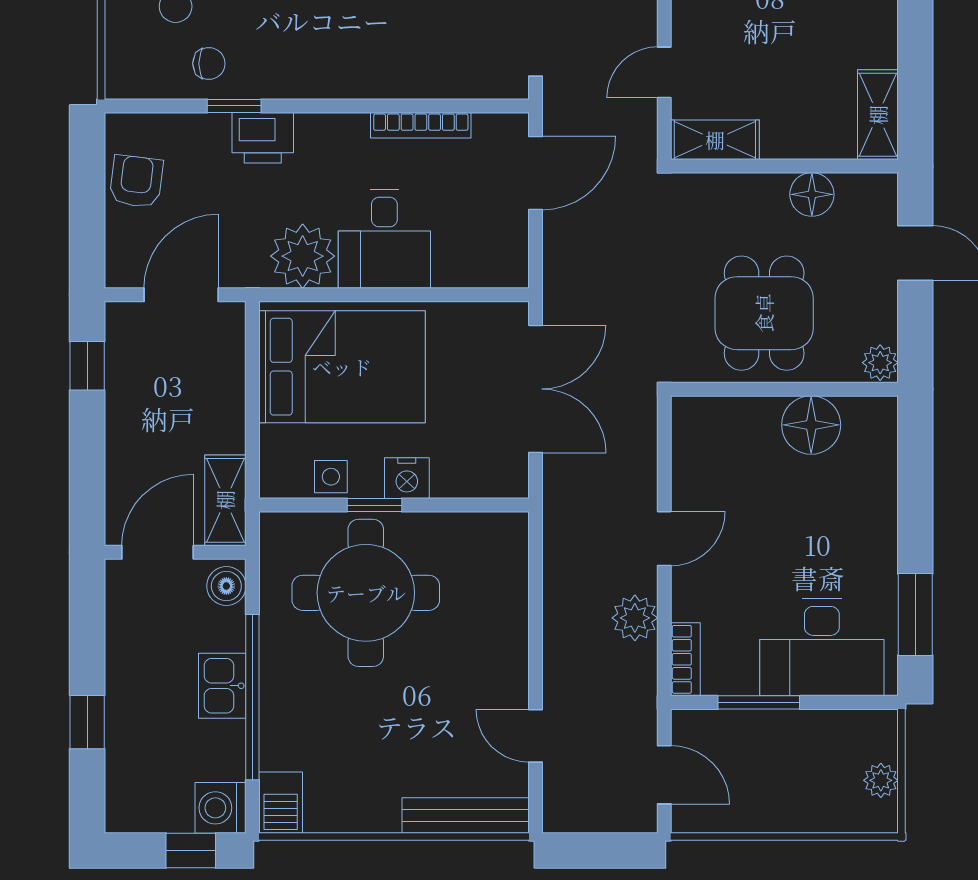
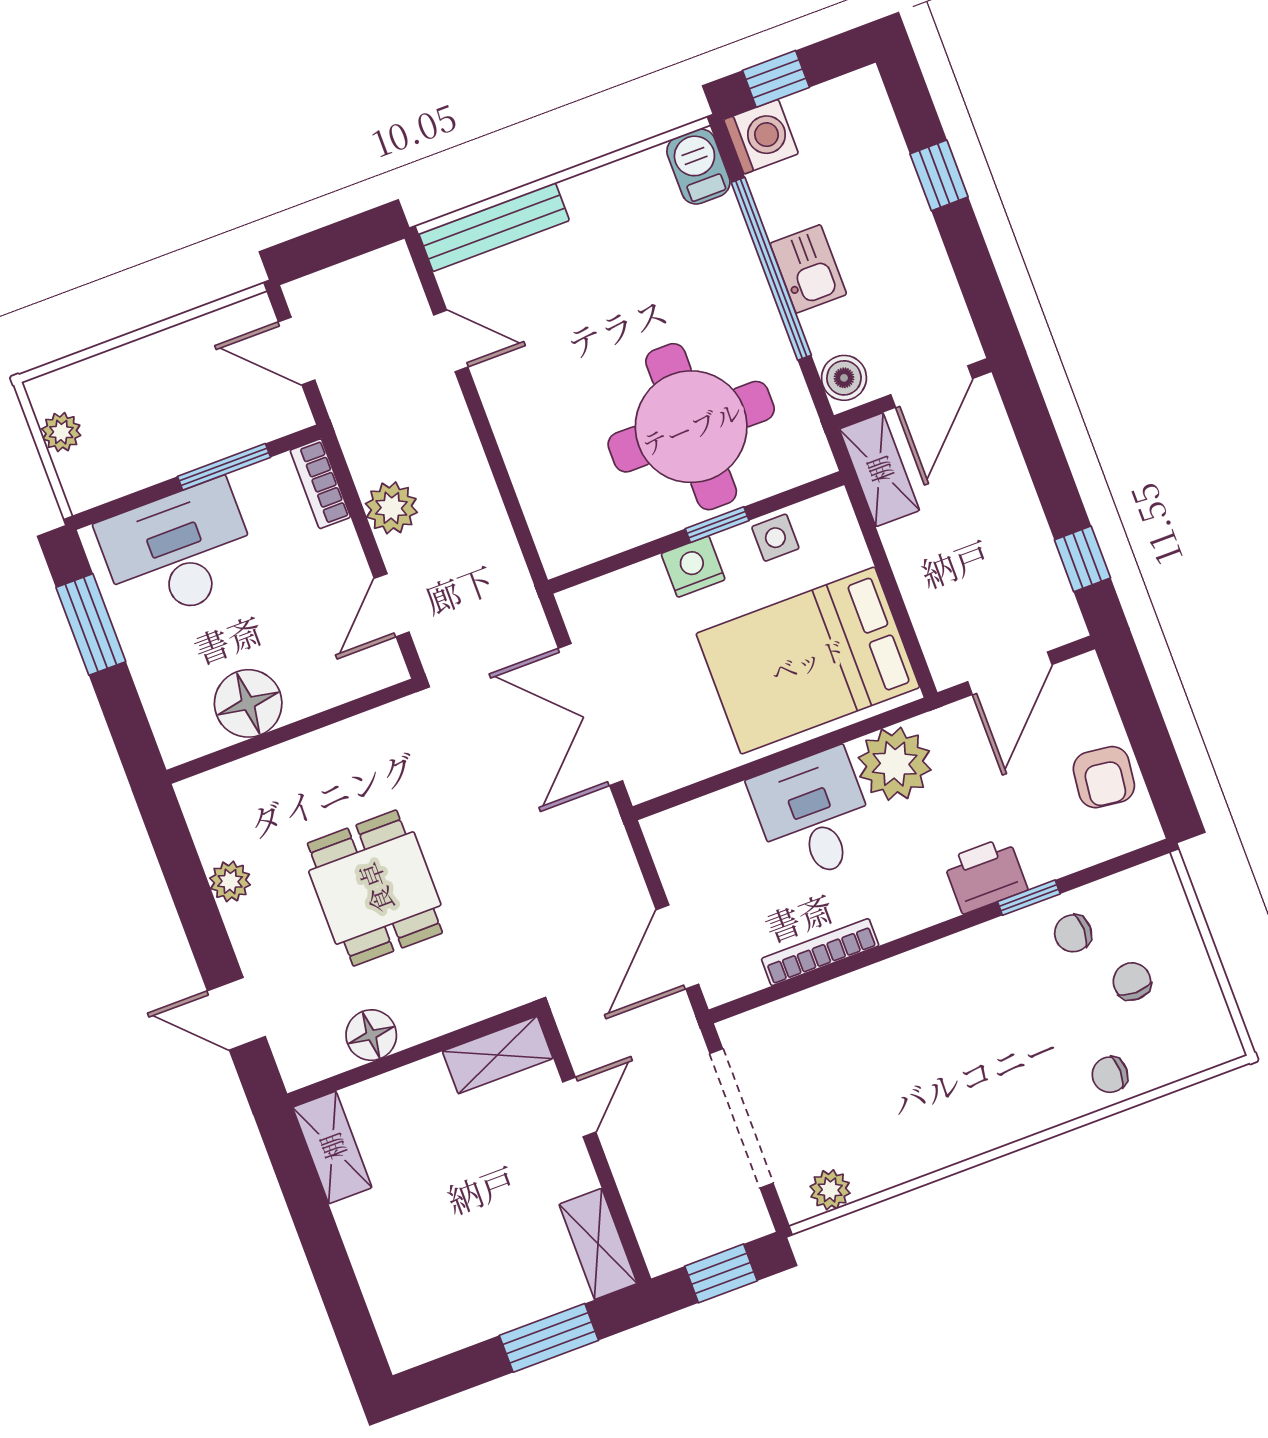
wall: (784, 389) -> (291, 731), moved
floor lamp: (811, 425) -> (248, 703), moved

